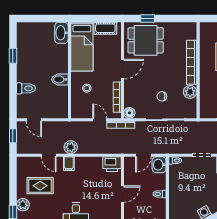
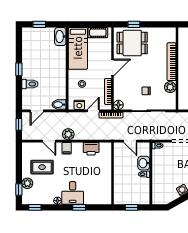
window: (37, 18) -> (39, 24), added
window: (13, 56) -> (19, 69), moved
bidet: (60, 79) -> (59, 105), moved
nightstand: (84, 113) -> (79, 105), added
door: (34, 120) -> (37, 111), hinge flipped
door: (100, 120) -> (93, 111), hinge flipped
door: (143, 155) -> (130, 141), hinge flipped
printer: (112, 164) -> (91, 149), moved
washbasin: (159, 165) -> (144, 163), moved
door: (123, 194) -> (113, 174), removed

